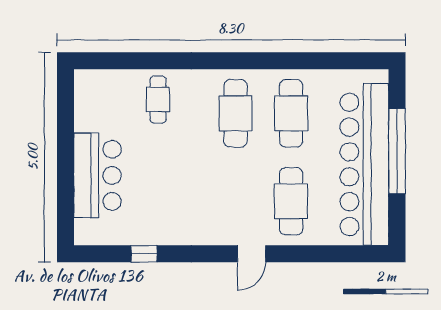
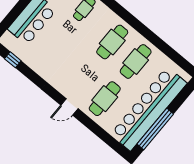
window: (397, 151) -> (155, 129), moved
window: (144, 254) -> (13, 60), moved

